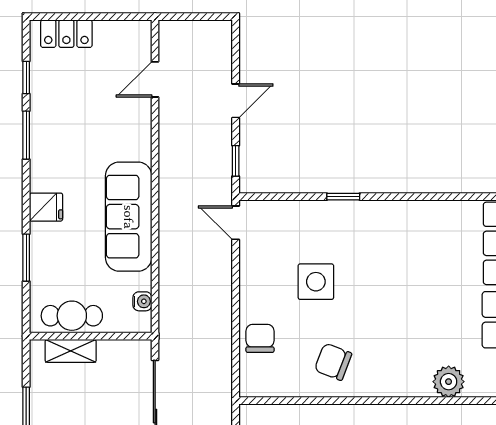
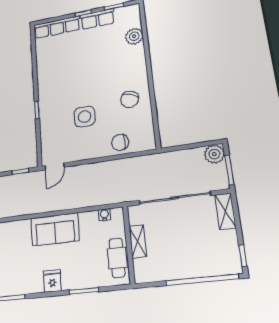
sofa: (129, 217) -> (55, 229), width x0.73
shelving: (71, 351) -> (138, 241), moved

